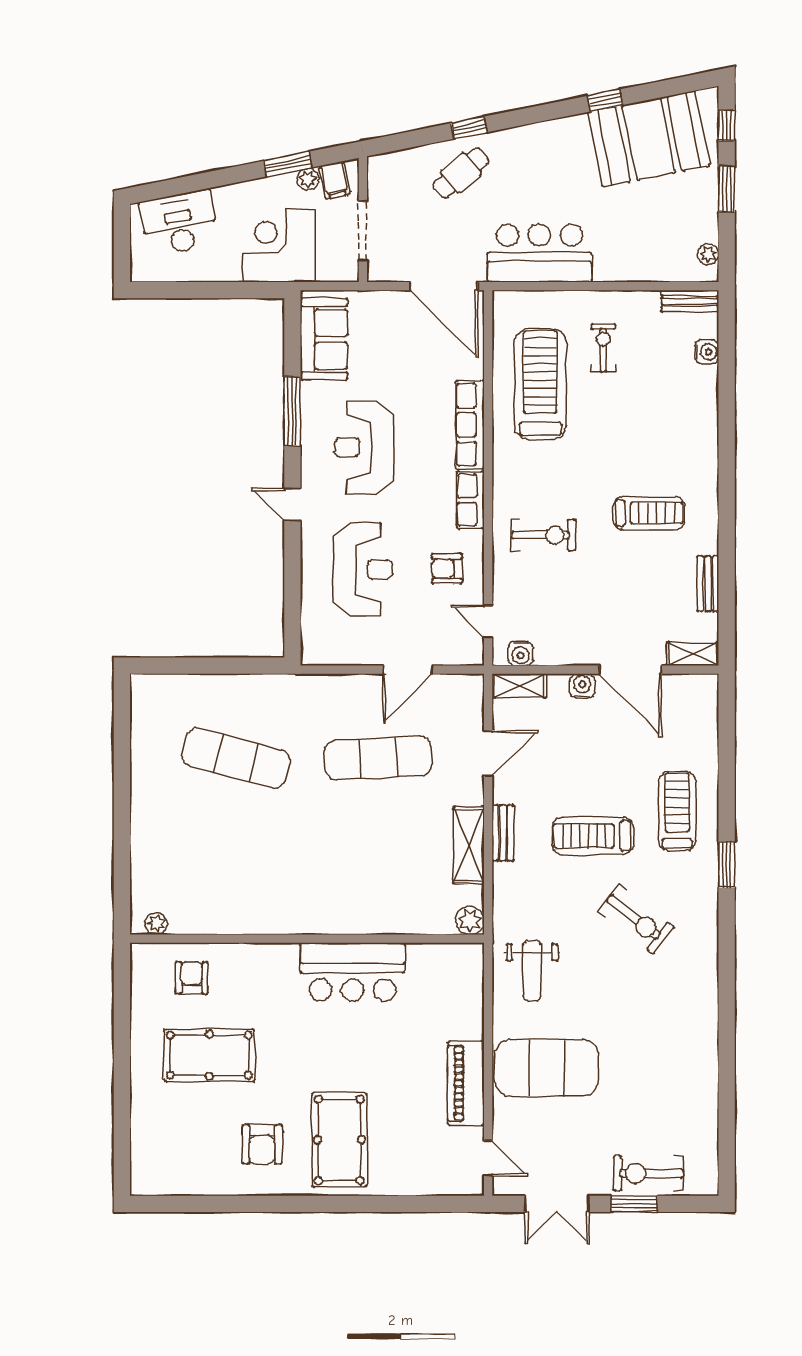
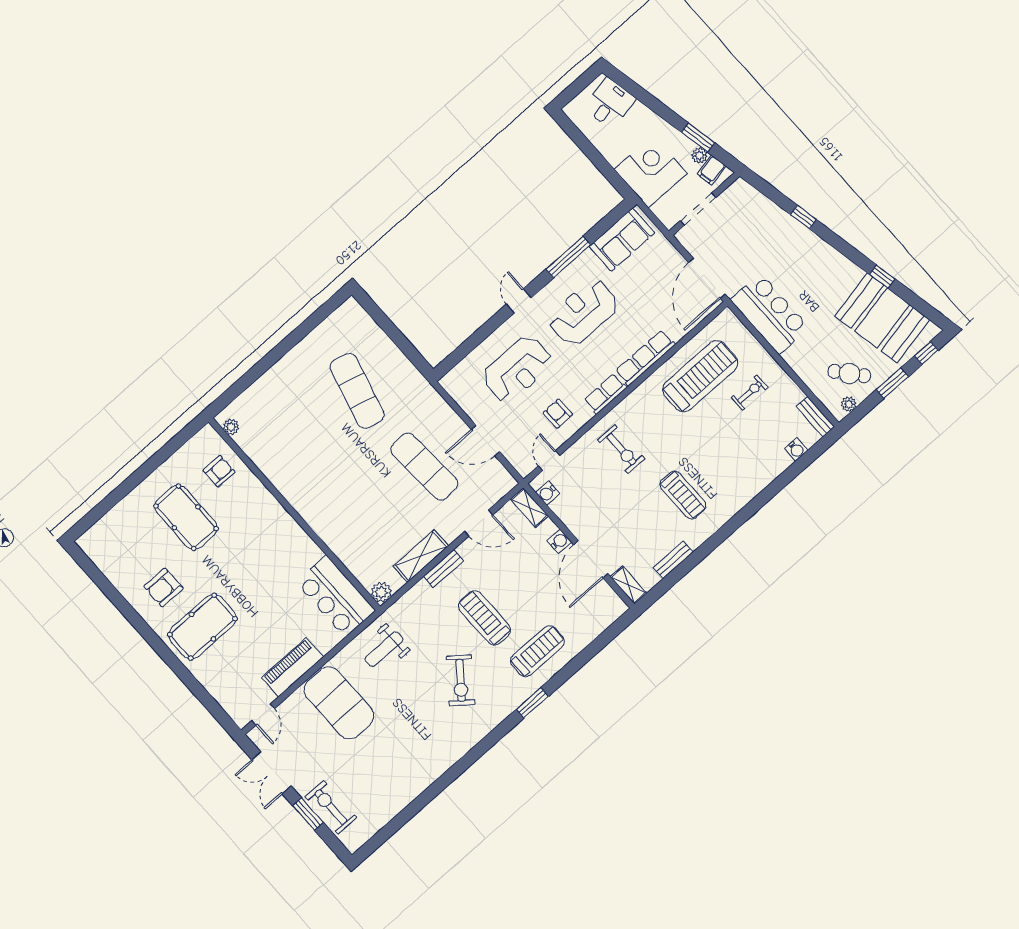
cafe table: (461, 173) -> (849, 374), moved
desk: (179, 223) -> (610, 103), width x0.73
bar counter: (353, 972) -> (336, 596), moved

